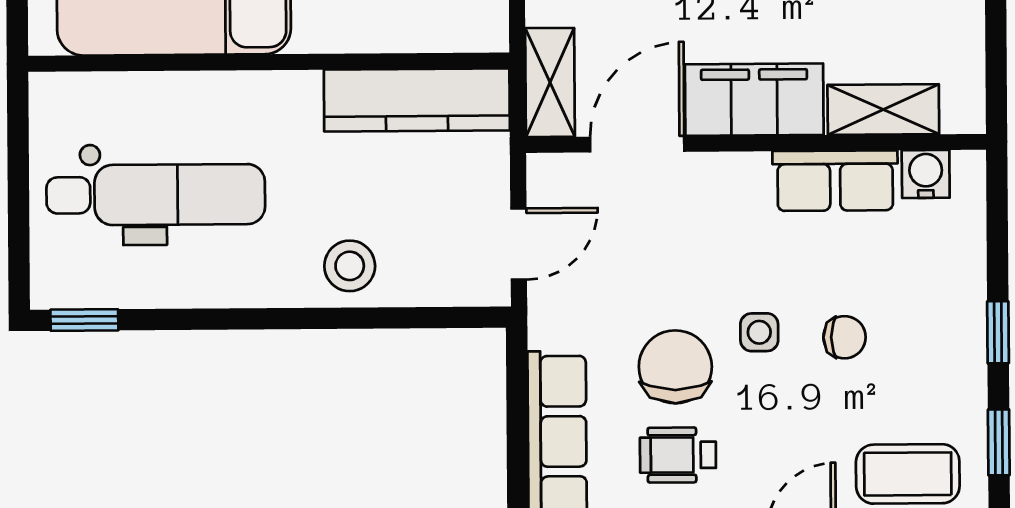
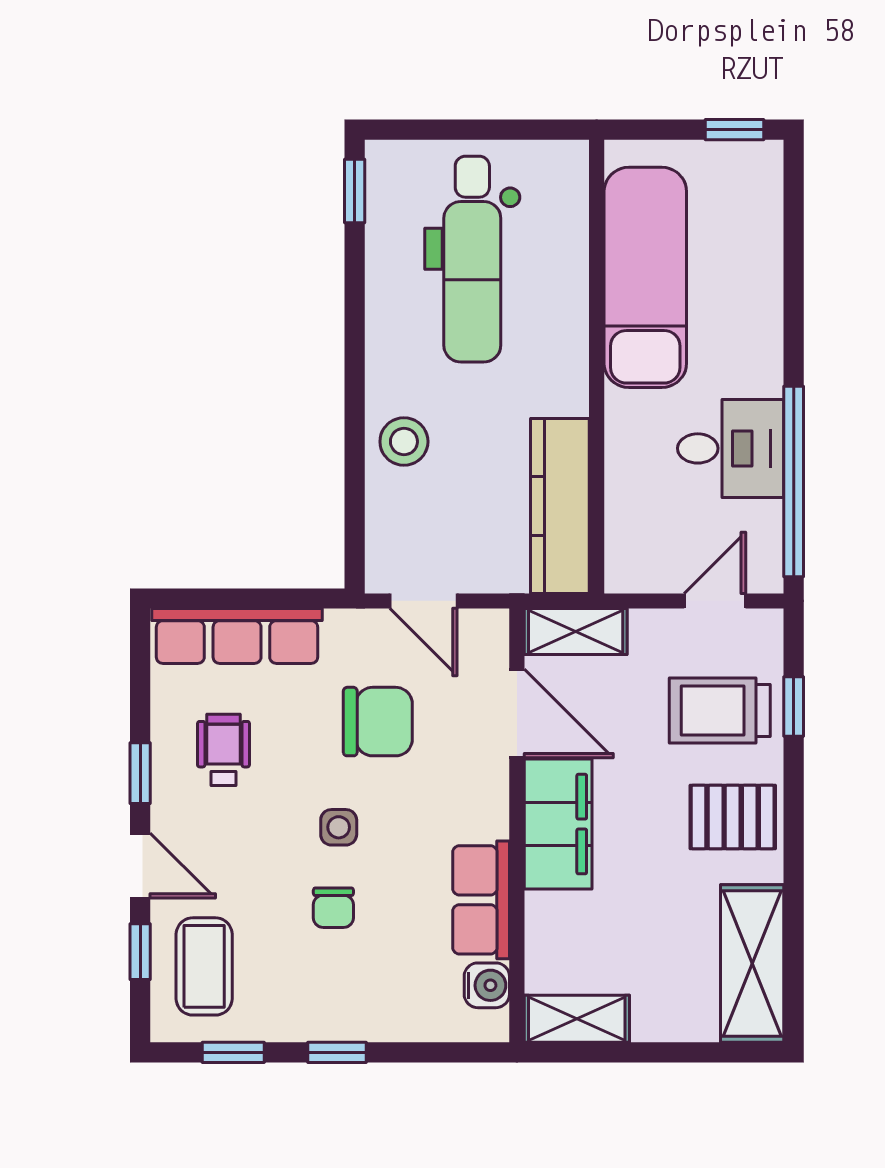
shelving: (883, 110) -> (577, 1019), moved, turned 90
chair: (675, 367) -> (378, 722), moved

